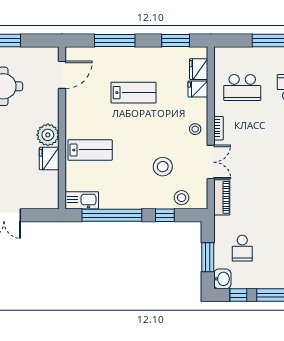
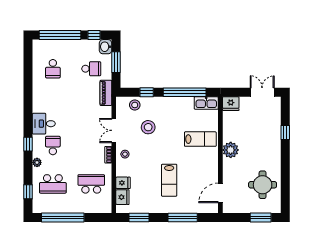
lab bench: (133, 93) -> (169, 180), turned -90
lab bench: (90, 150) -> (200, 139), turned 180
fridge: (49, 159) -> (231, 104), moved, turned 90
piano: (222, 197) -> (106, 93), moved
school desk: (242, 248) -> (91, 69), turned 90

